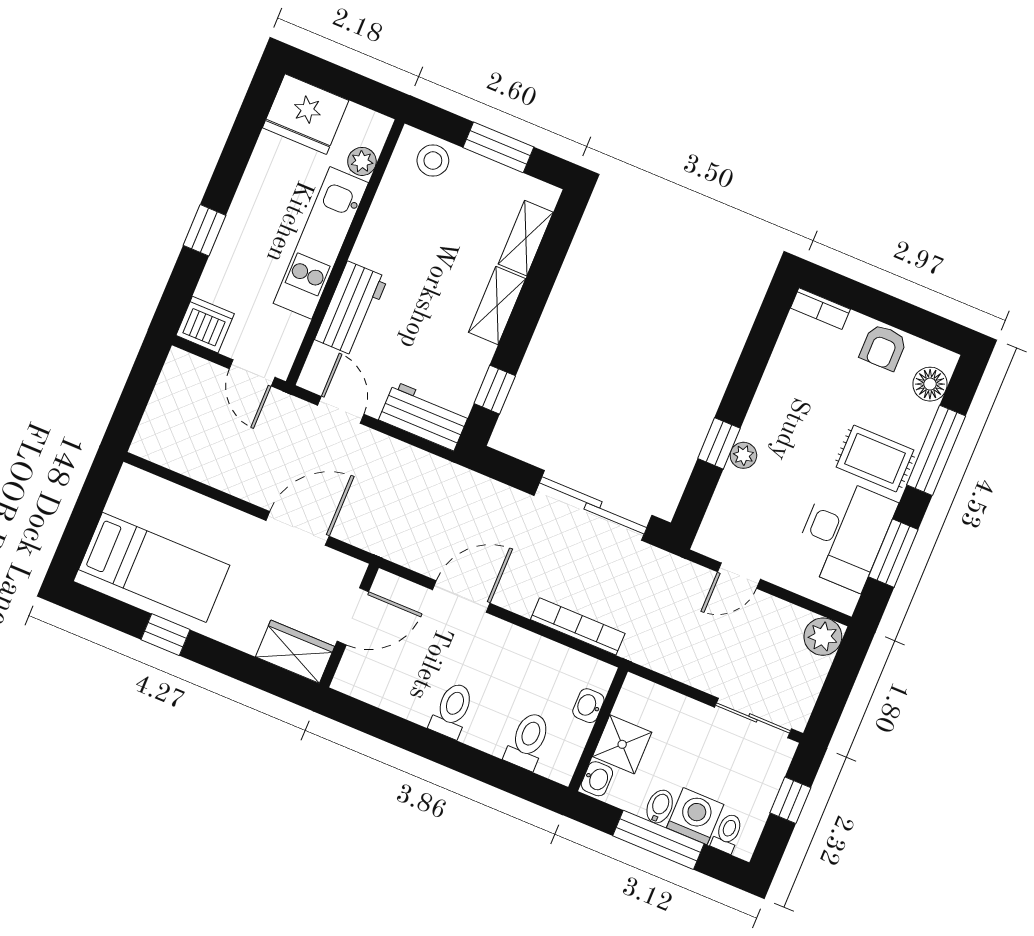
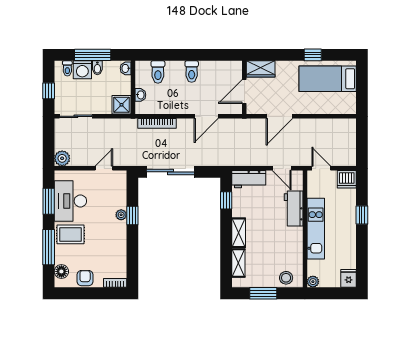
fridge: (306, 114) -> (349, 278), width x0.53, depth x0.75
plant: (362, 161) -> (313, 282), moved
shower: (622, 744) -> (121, 105), moved

